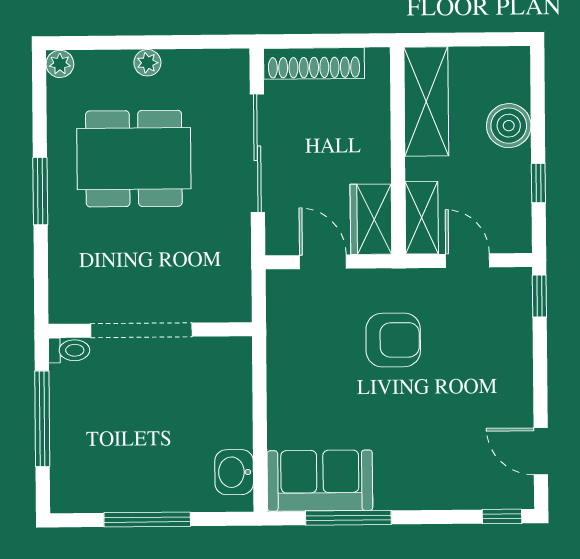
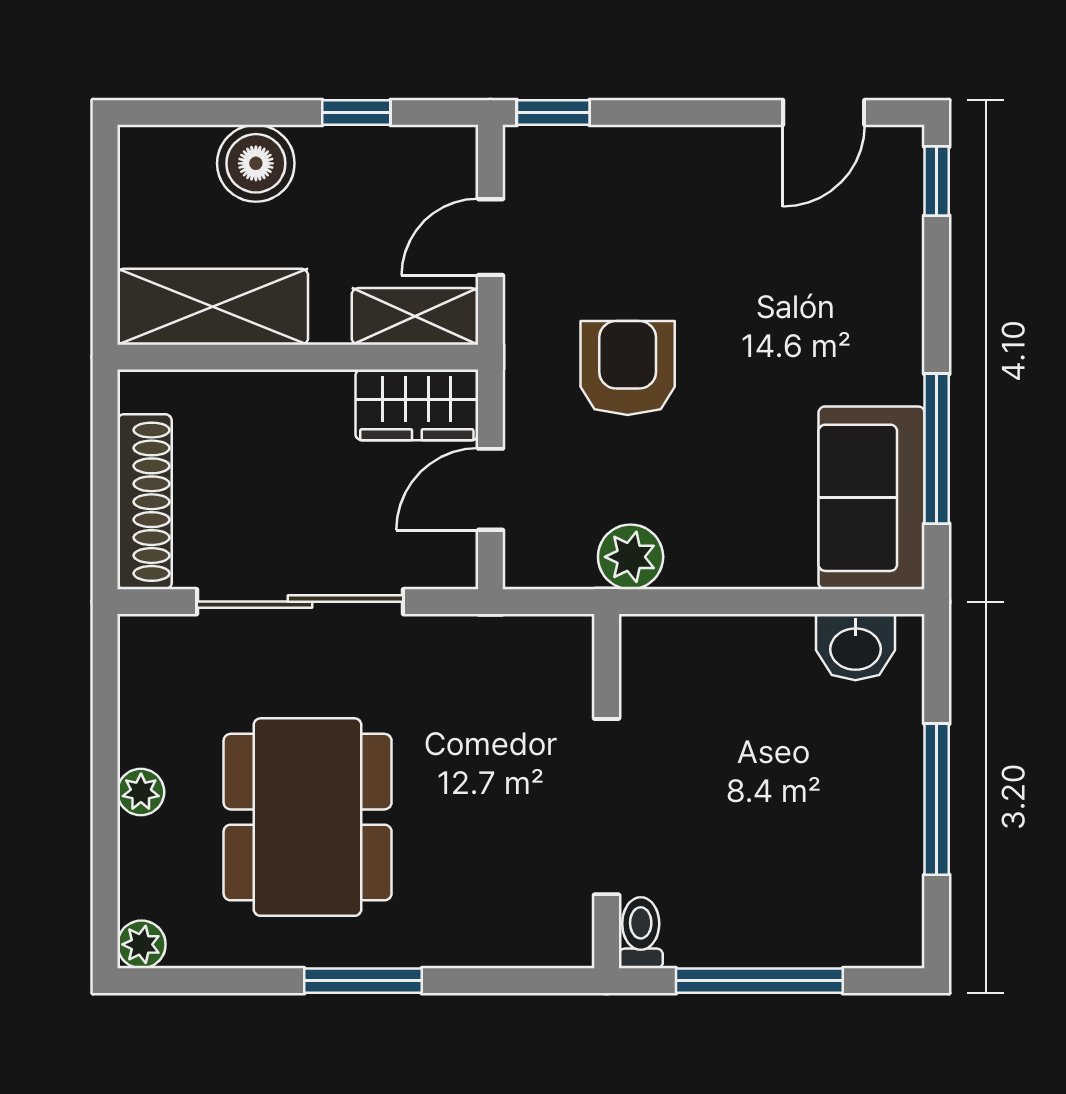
plant: (285, 343) -> (631, 557), added

